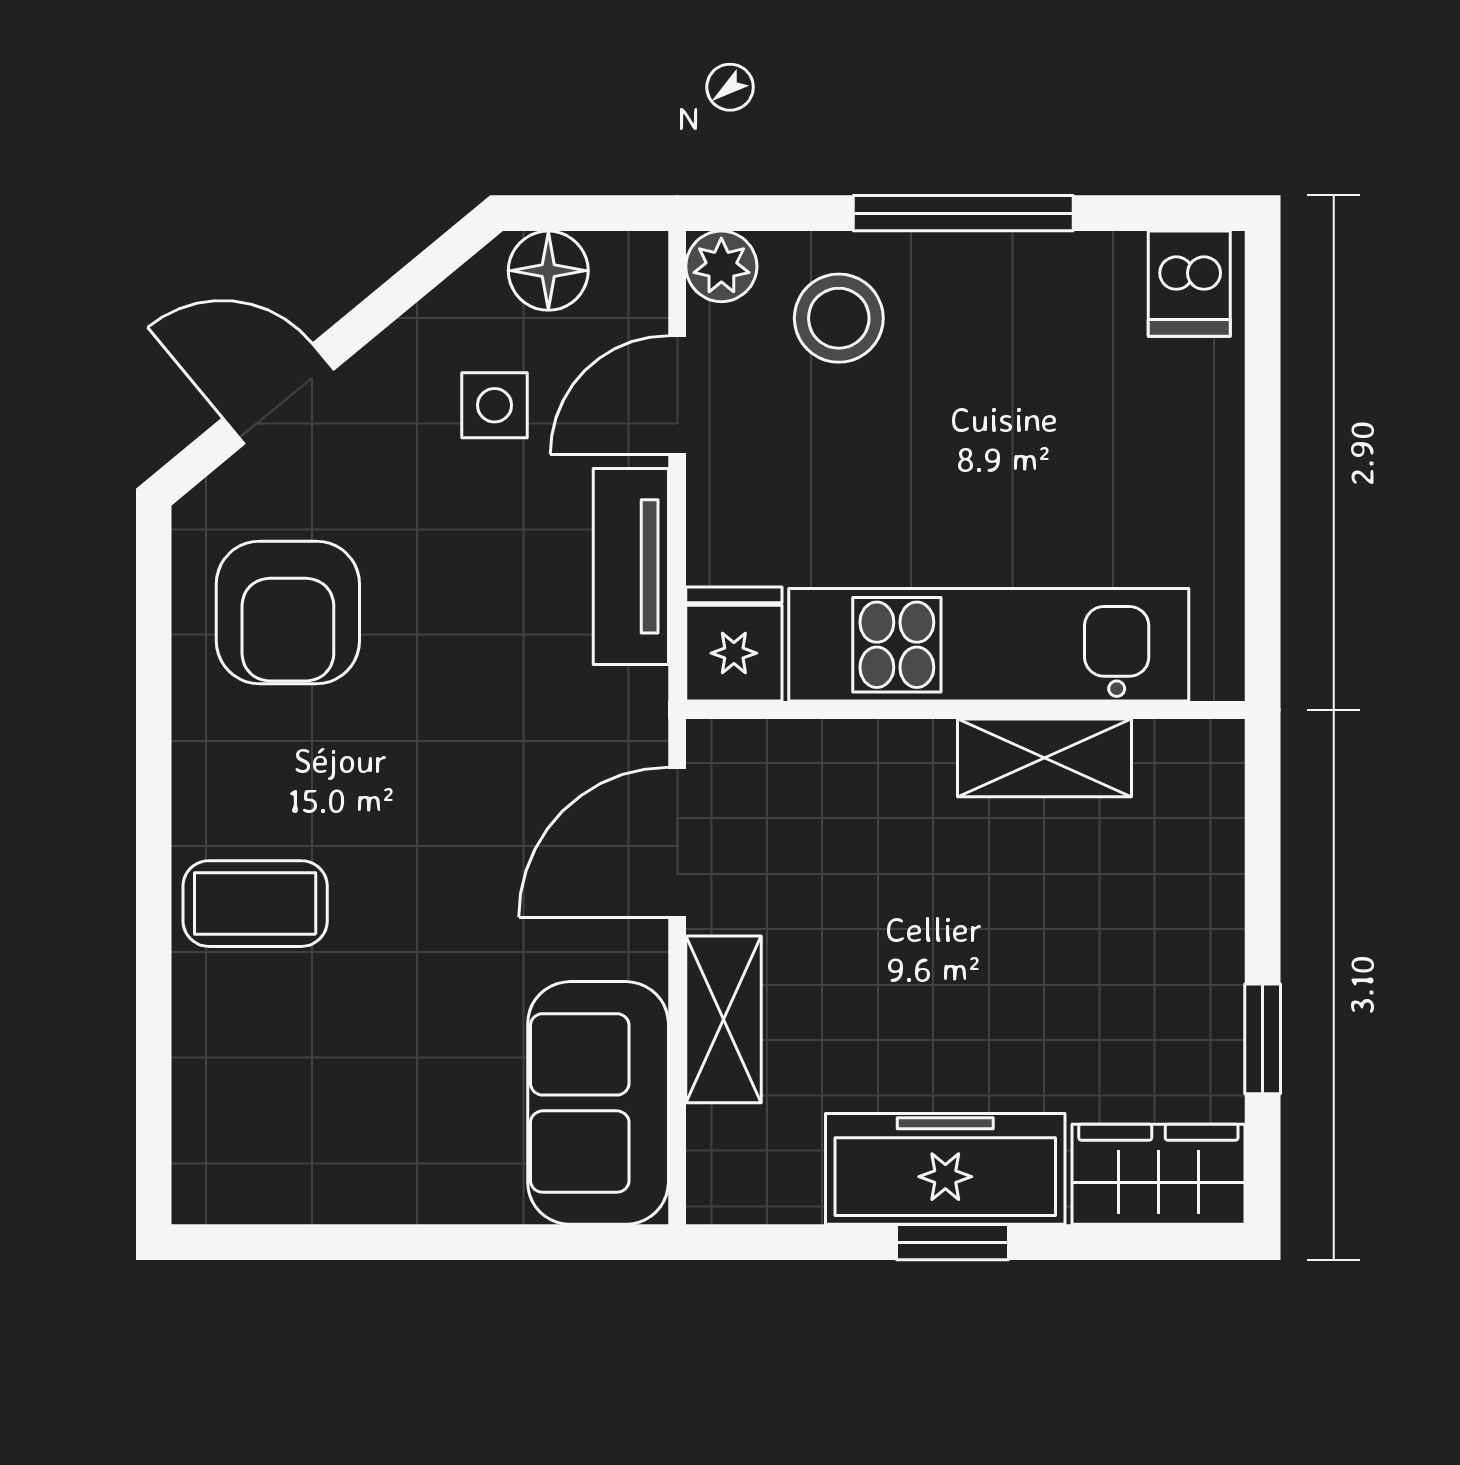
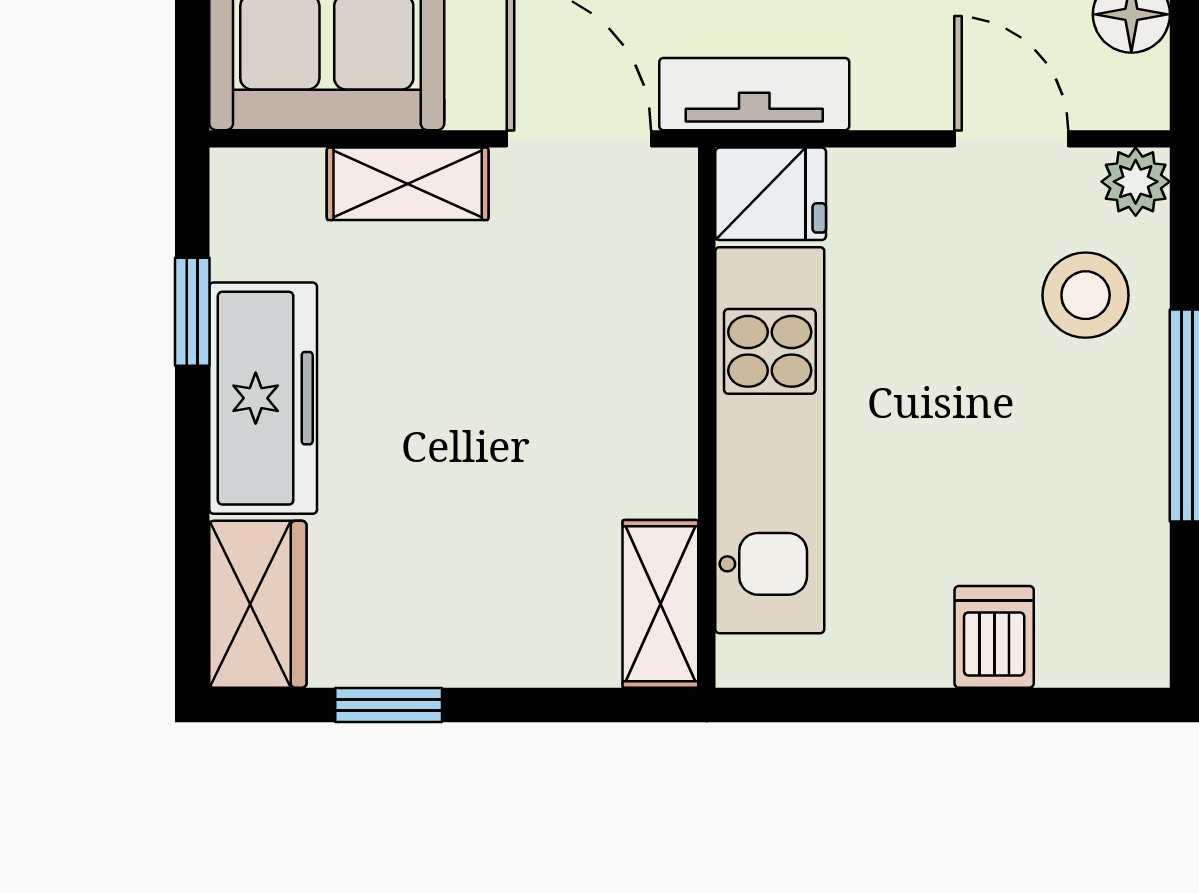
dishwasher: (1189, 284) -> (994, 637), moved, turned 90
tv unit: (631, 566) -> (754, 94), moved
shelving: (1044, 758) -> (660, 604), moved
window: (953, 1242) -> (192, 312), moved

